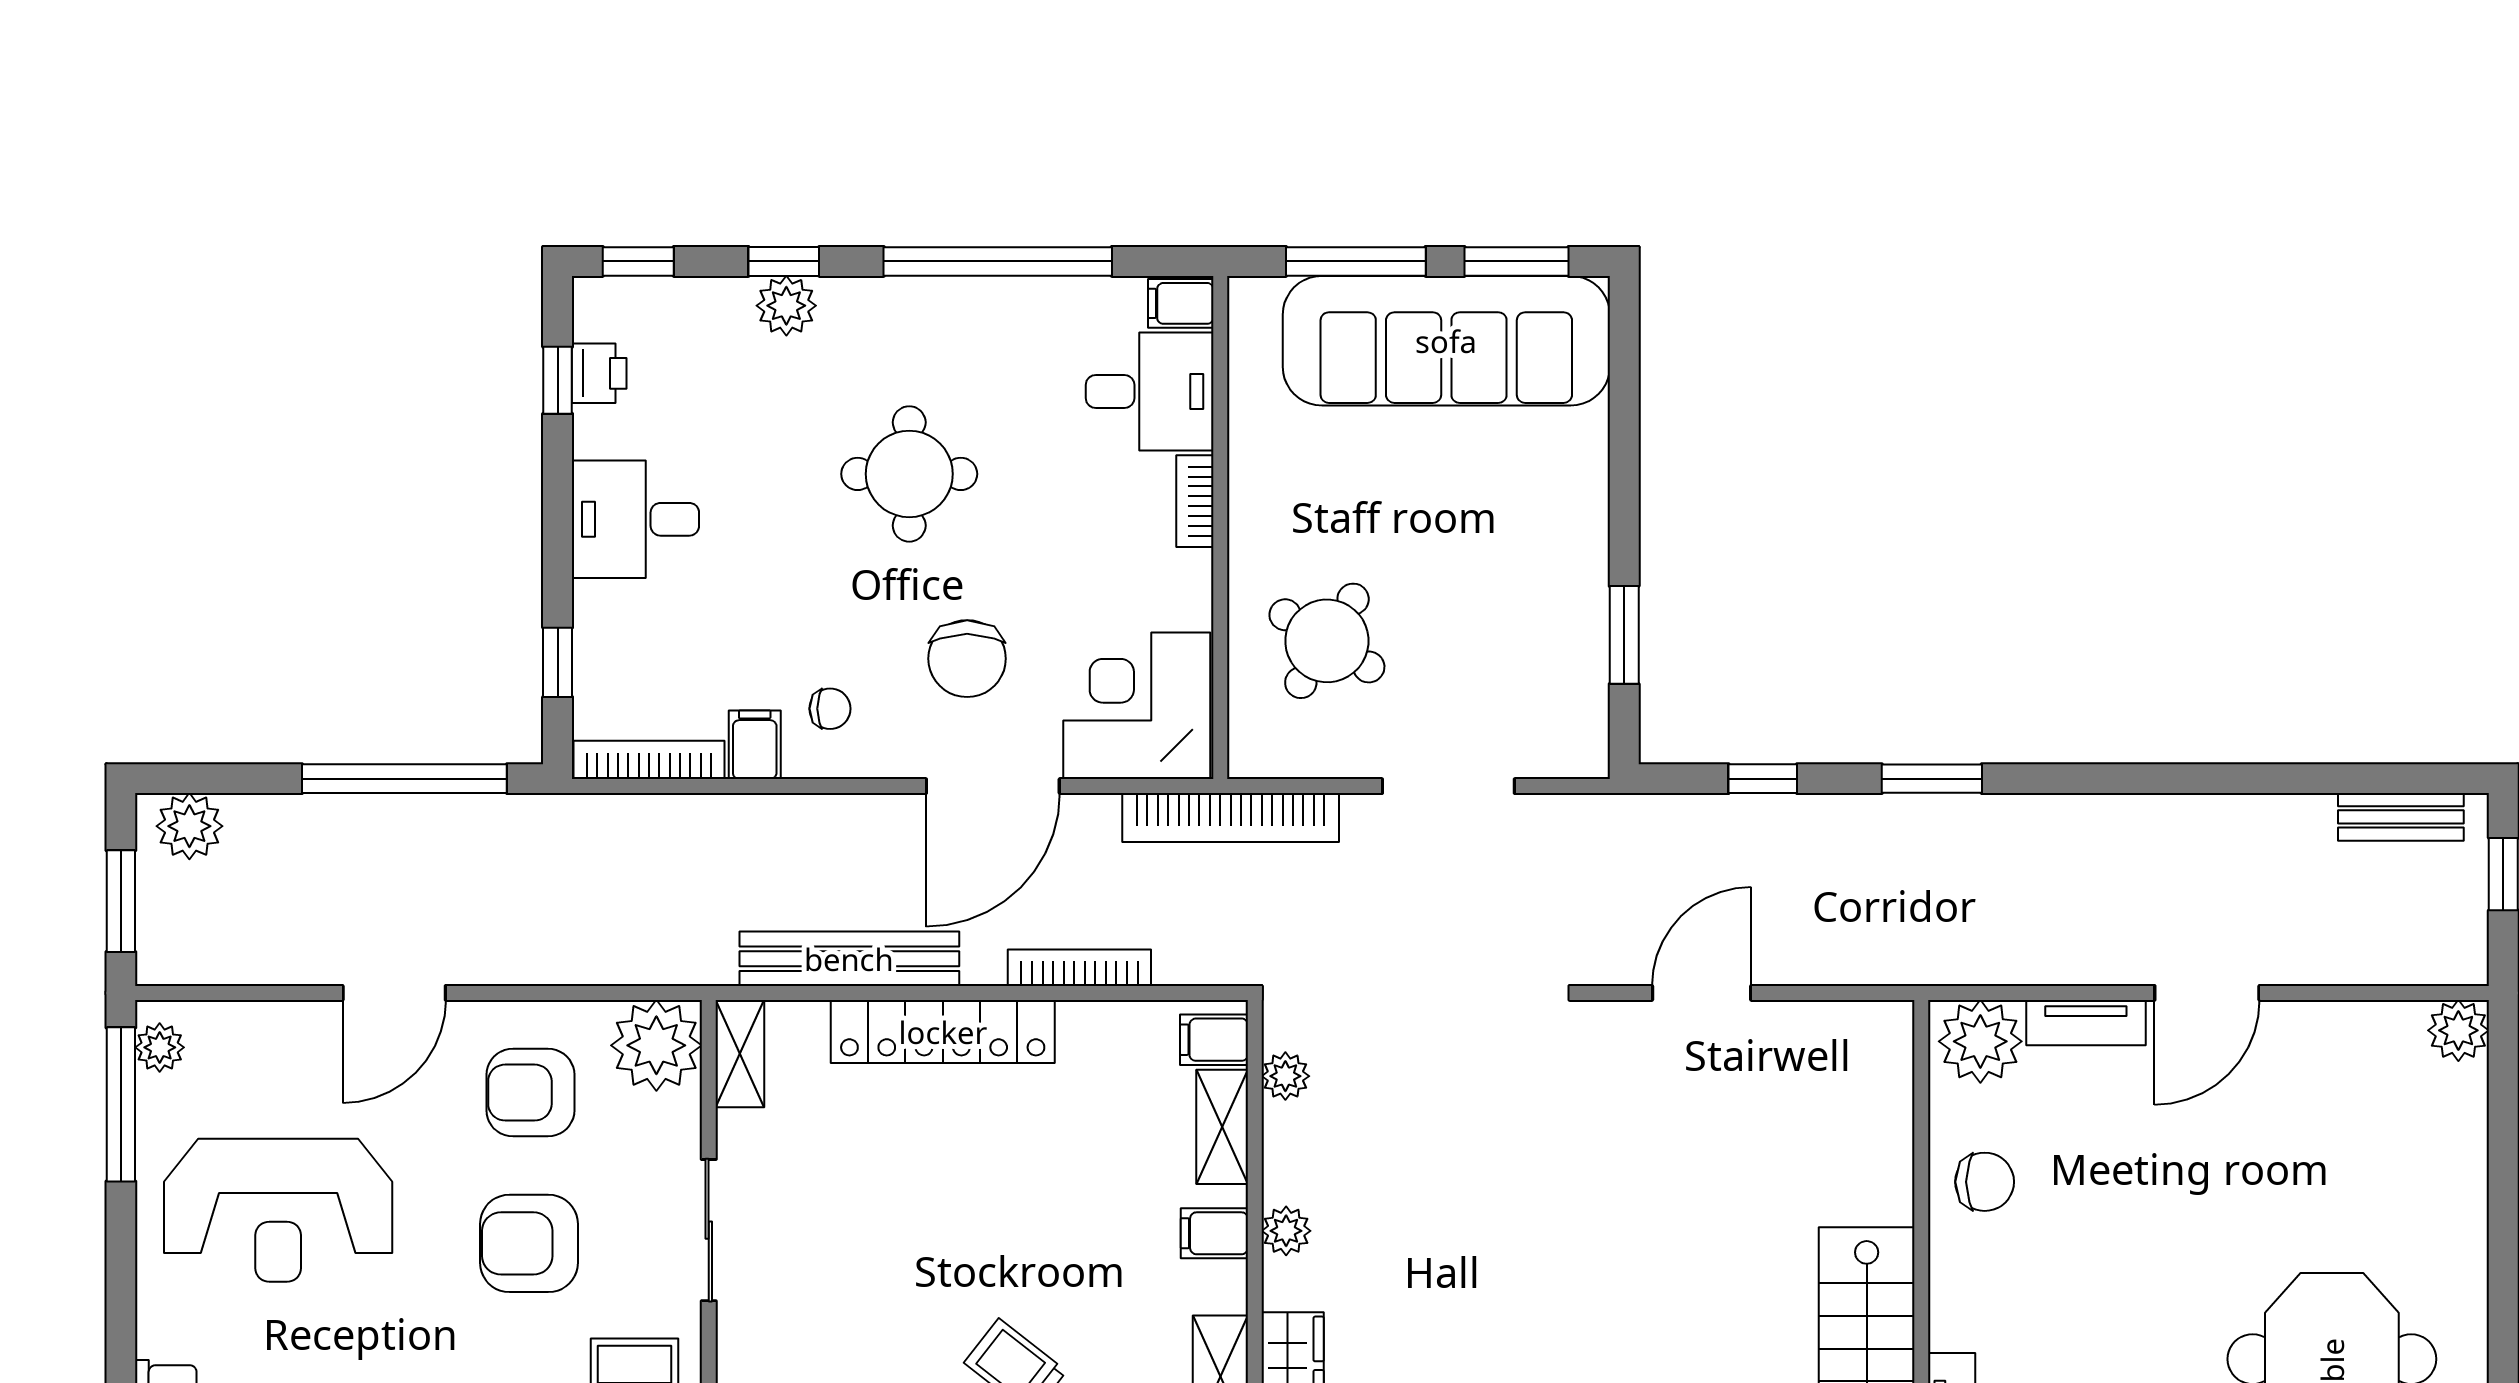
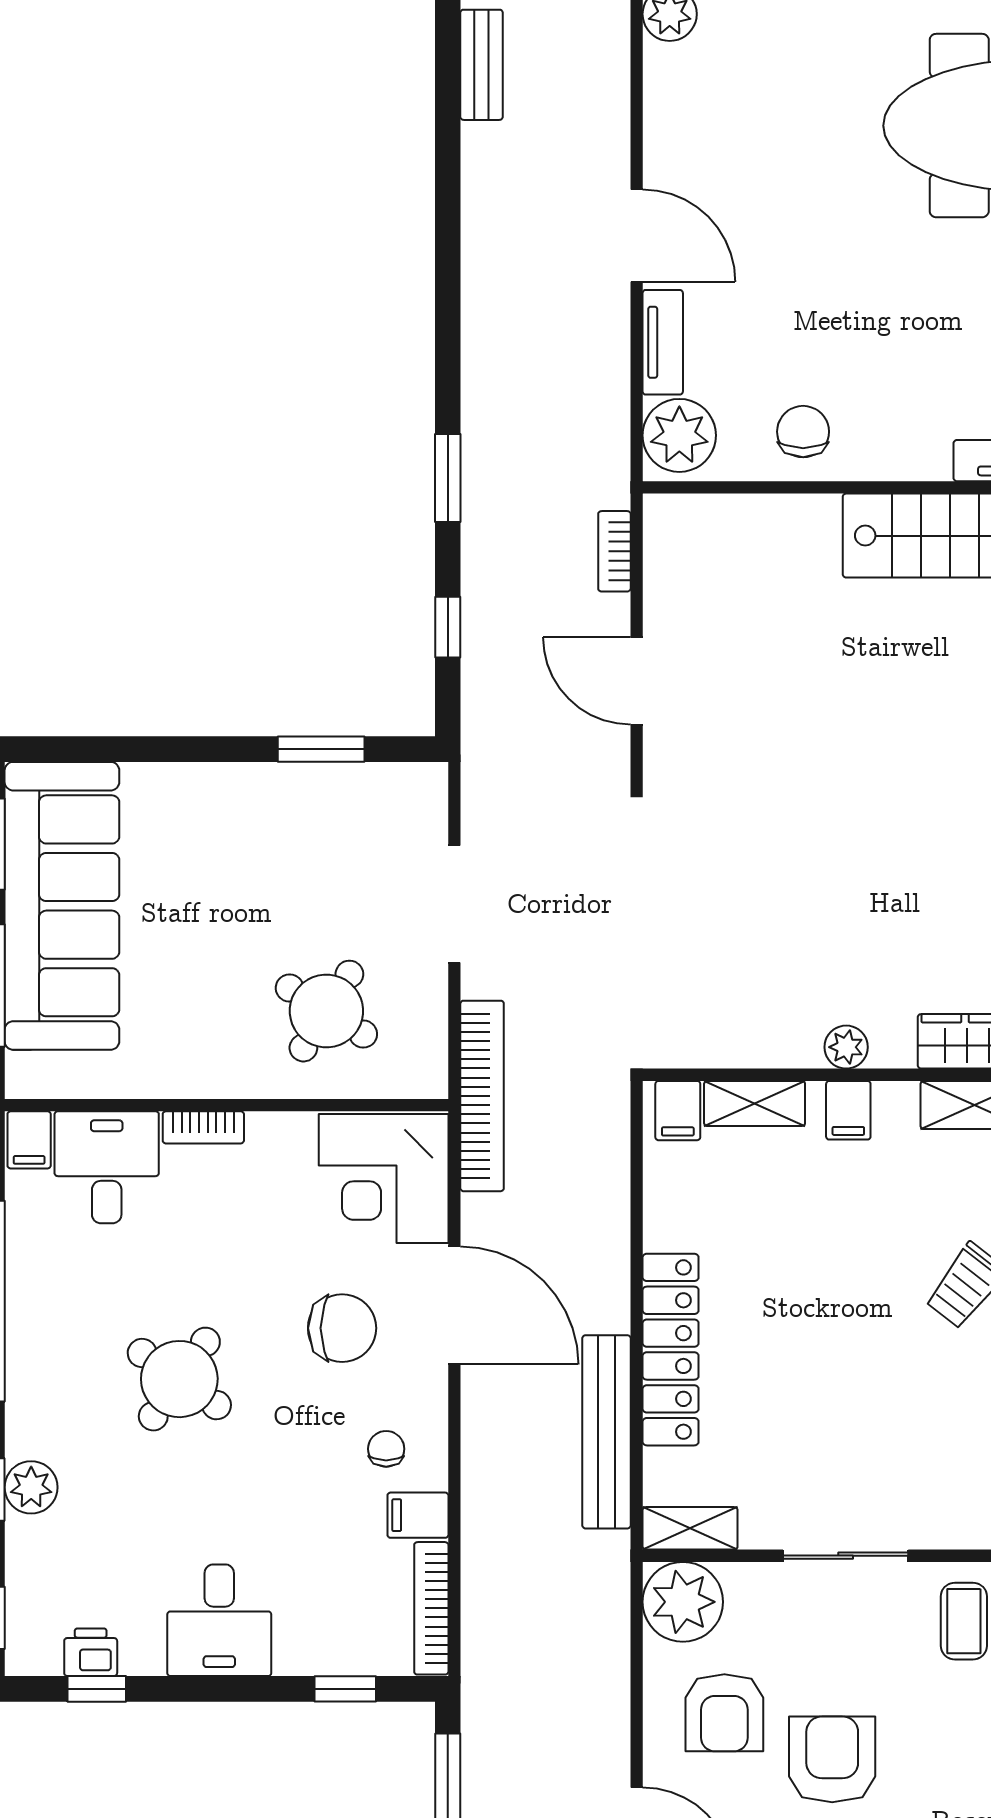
round table: (909, 474) -> (179, 1379), turned 35
bookcase: (1079, 968) -> (614, 551), moved, width x0.64
plant: (1285, 1076) -> (710, 1048), removed
armchair: (529, 1243) -> (832, 1759), moved, turned 180

